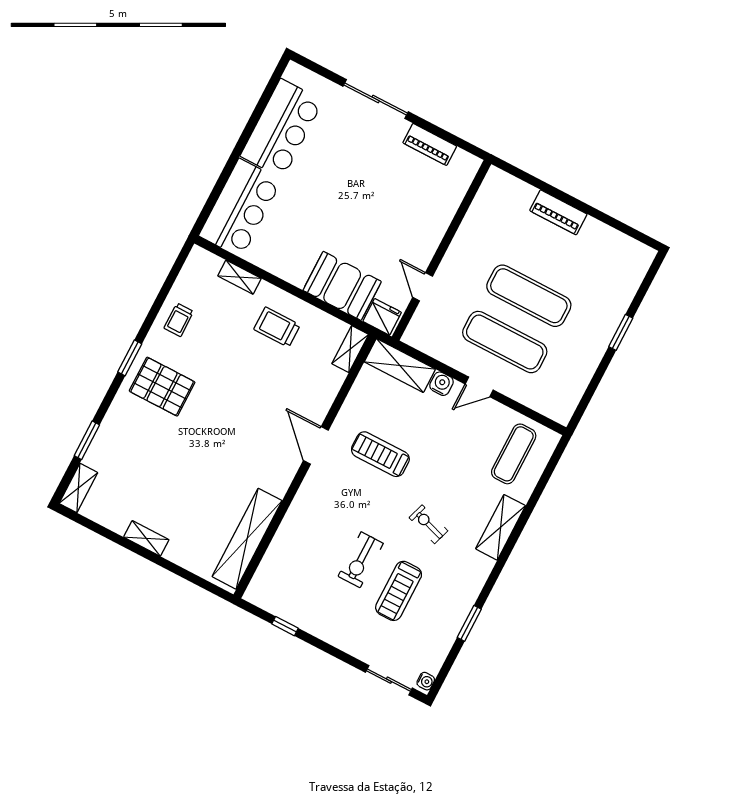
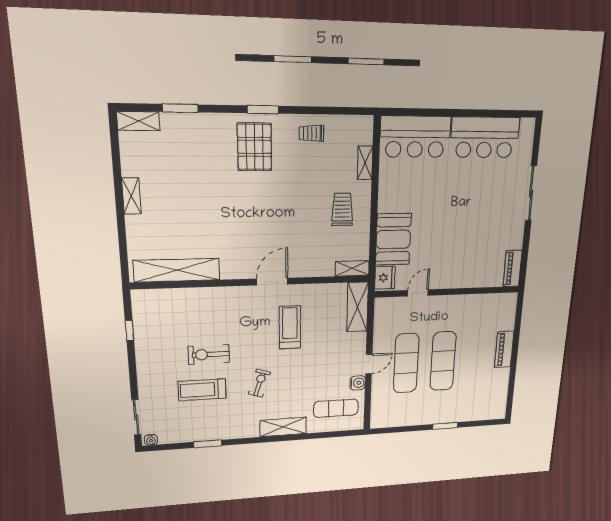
piano: (430, 144) -> (513, 268), moved
water cooler: (441, 384) -> (358, 383), moved
door: (479, 387) -> (369, 364), swing flipped

